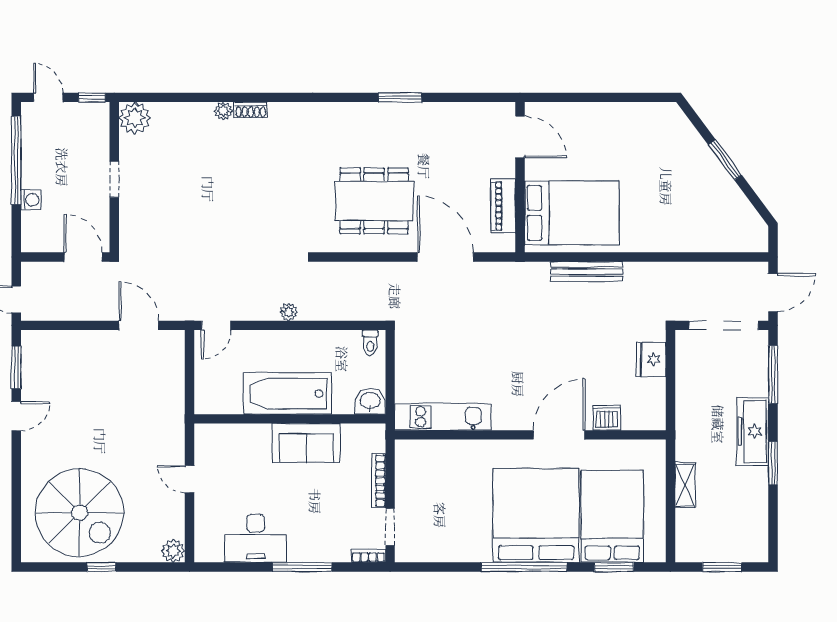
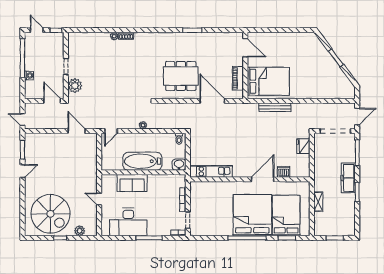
plant: (135, 118) -> (75, 86), moved
sofa: (306, 443) -> (132, 183), moved
desk: (255, 538) -> (128, 222), width x1.36, depth x1.30
plant: (173, 551) -> (80, 231), moved

